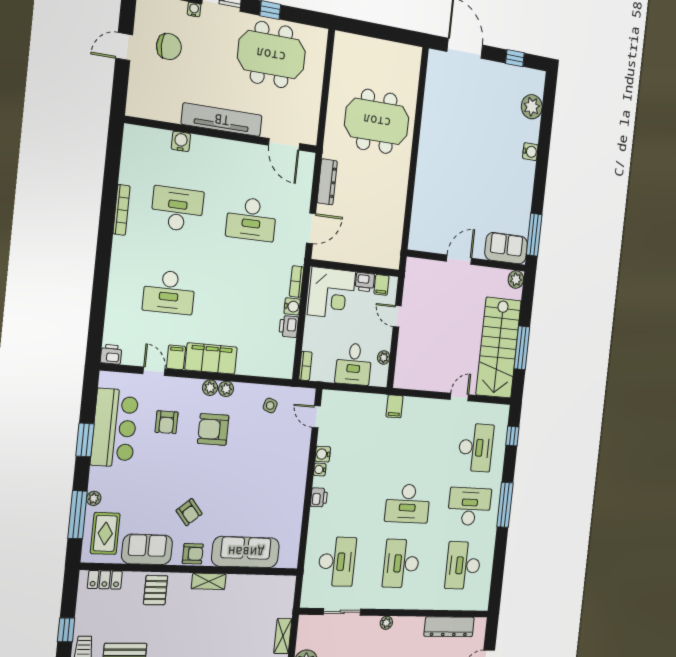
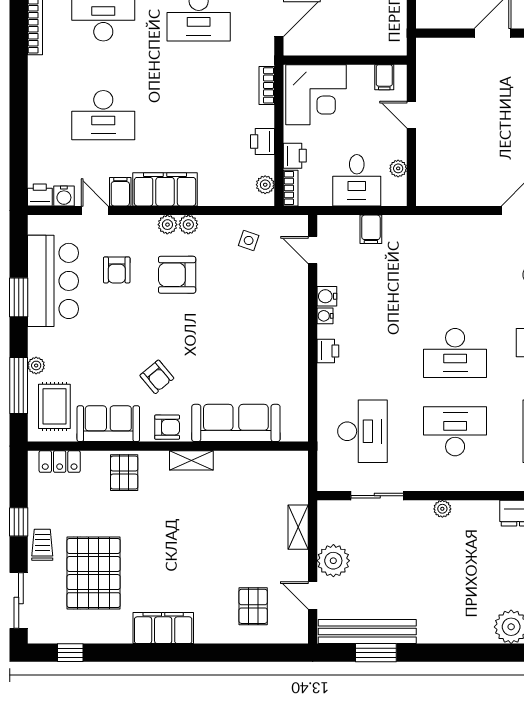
printer: (365, 282) -> (295, 156), moved, turned -90
water cooler: (292, 306) -> (64, 196), moved, turned 90
plant: (287, 362) -> (265, 185), added
filing cabinet: (395, 406) -> (371, 229), moved
desk: (401, 564) -> (455, 431), turned 90

